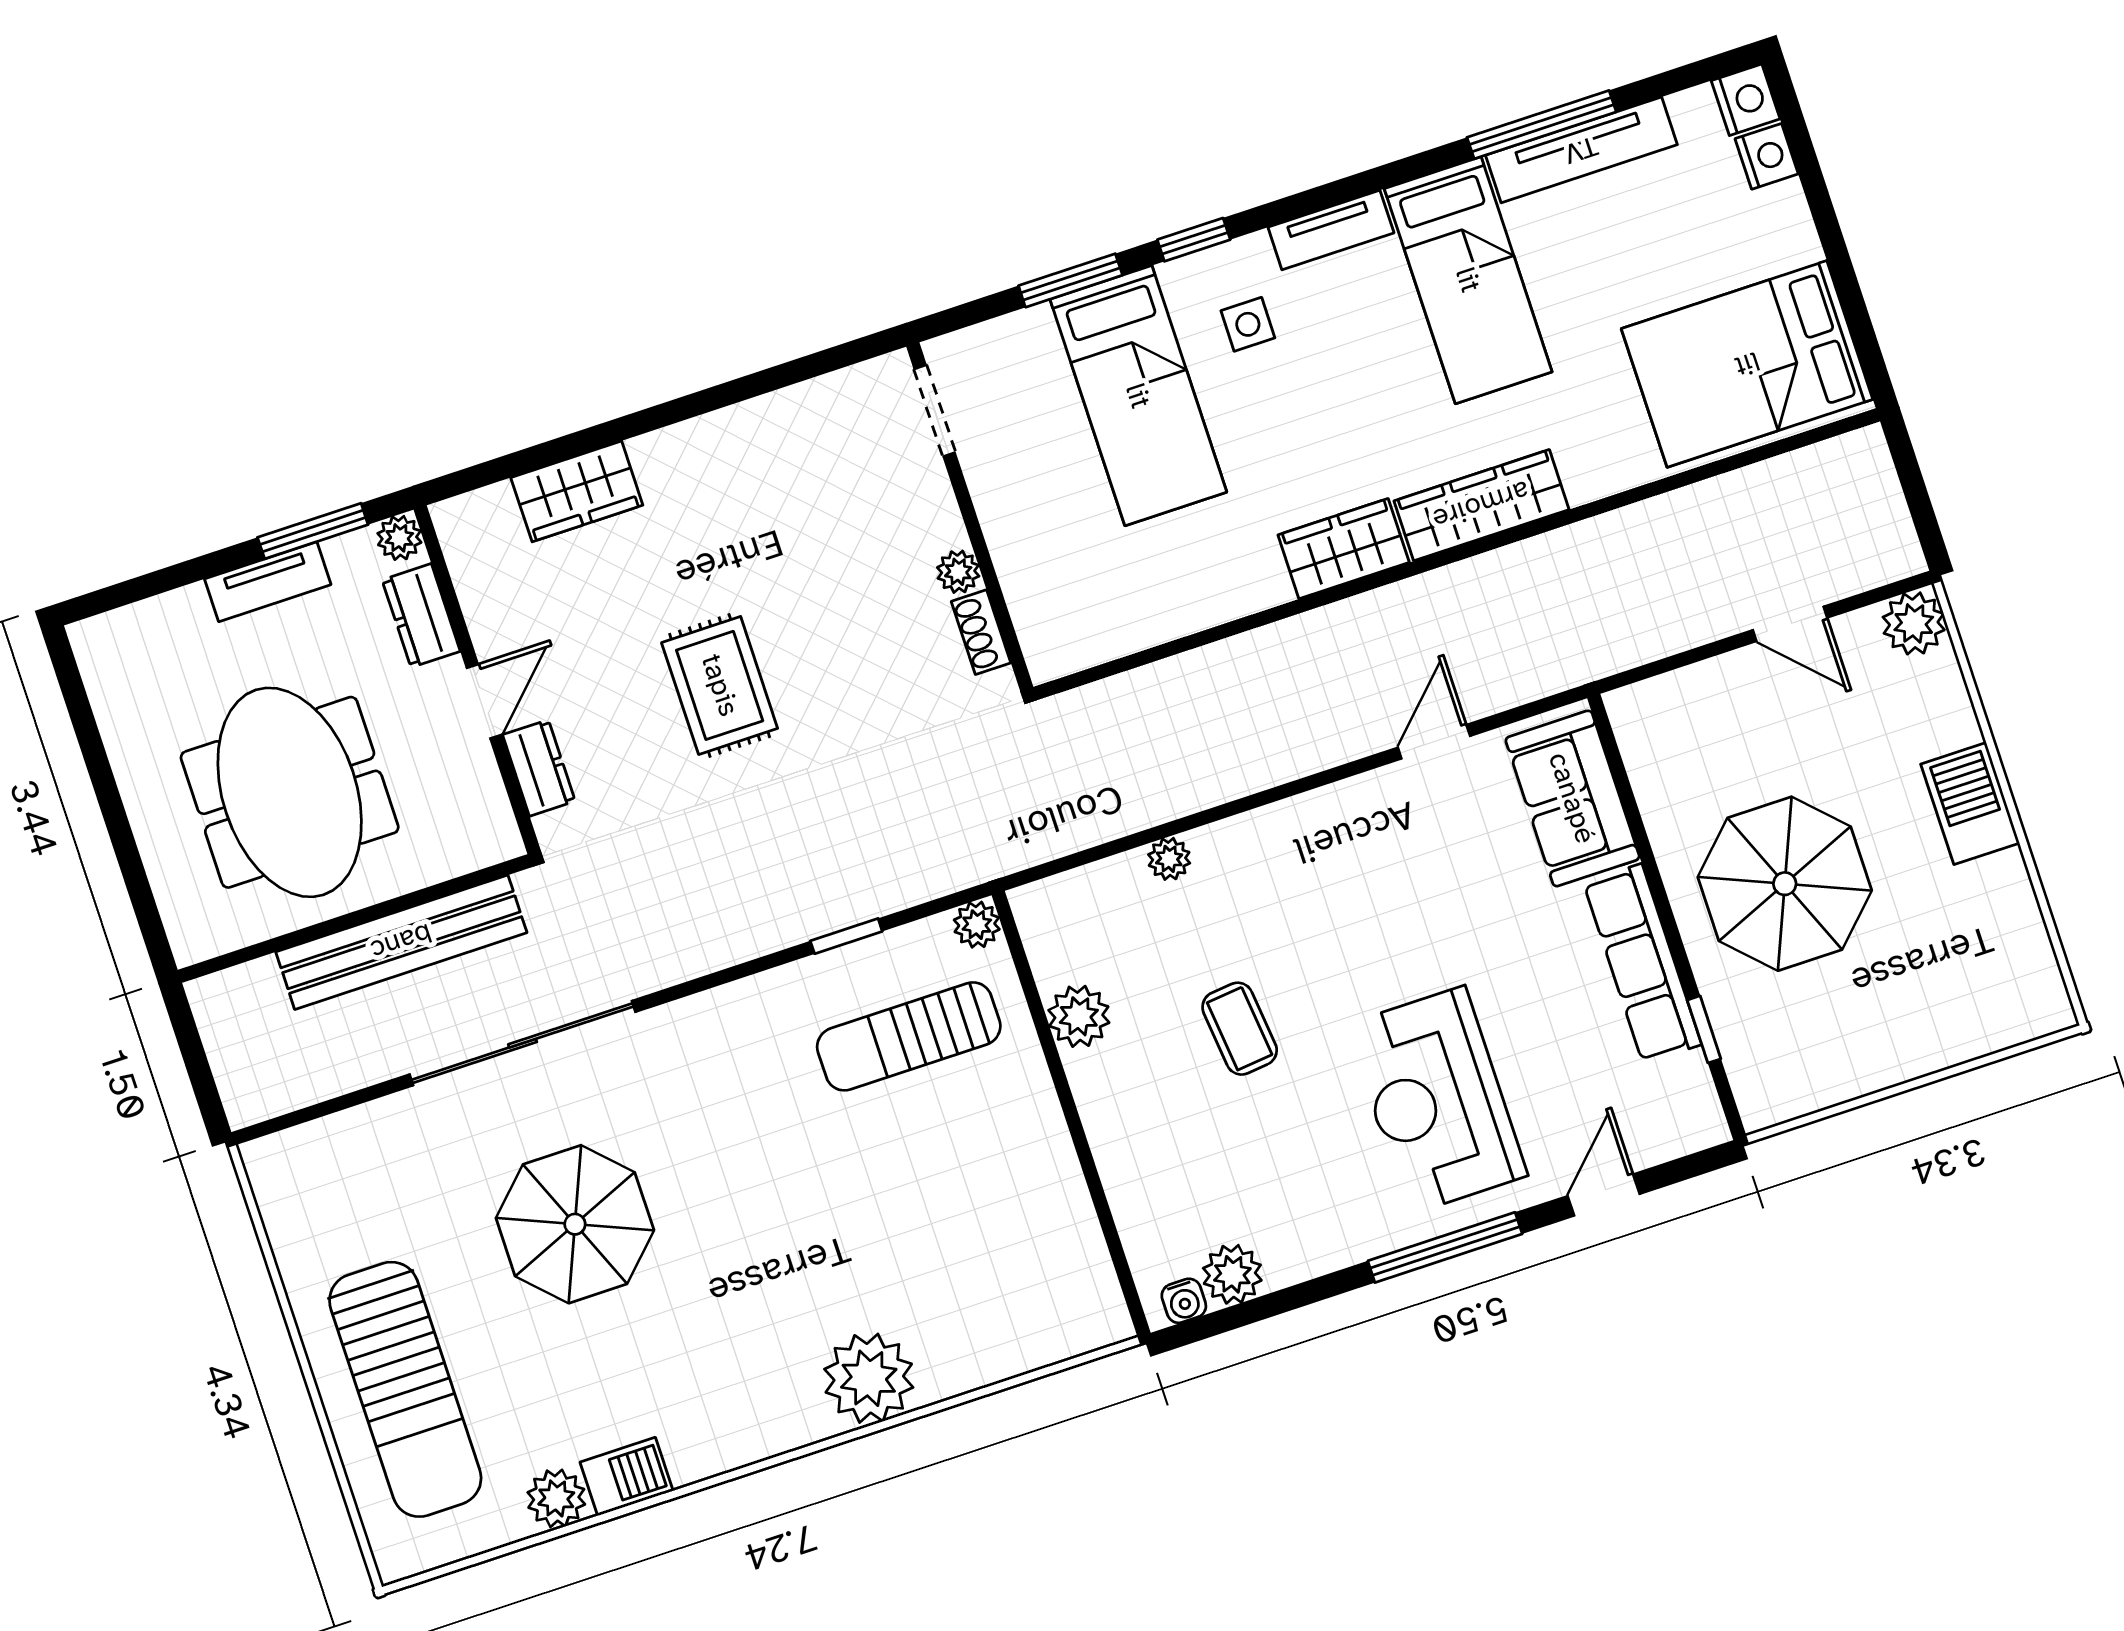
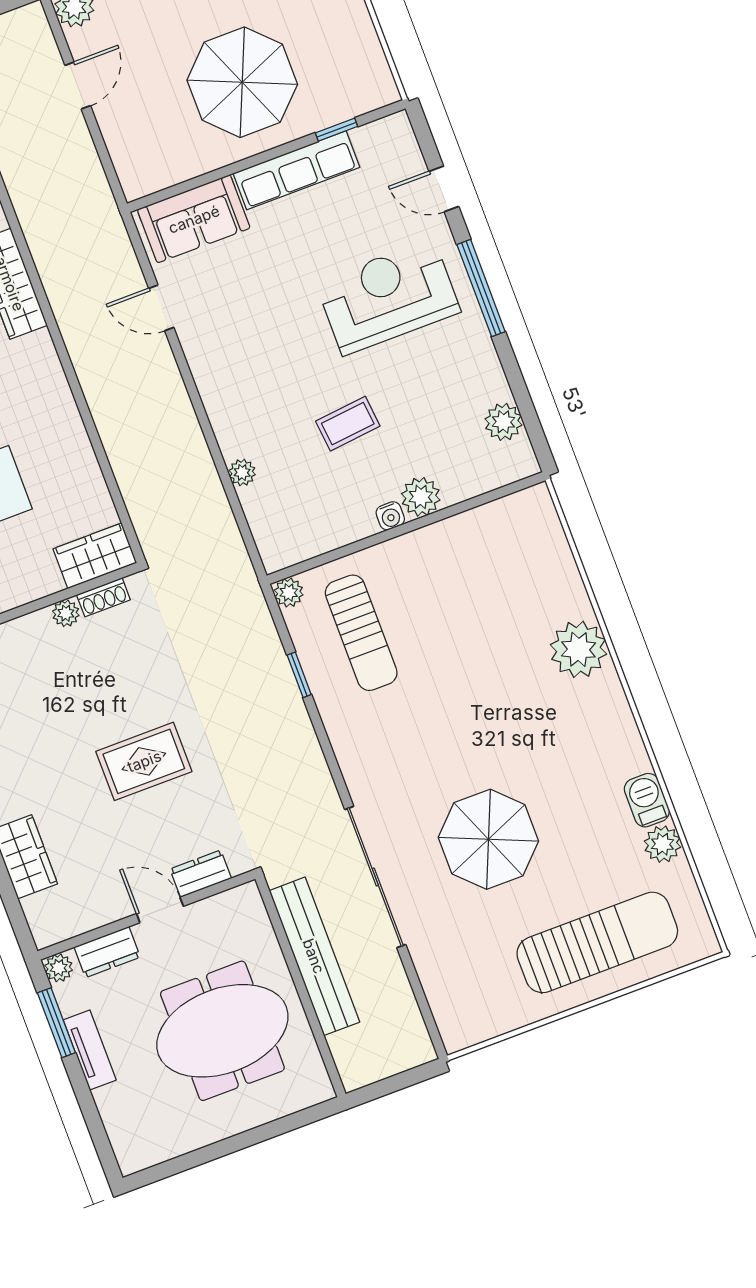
wardrobe: (1344, 549) -> (95, 556), moved, turned 90
plant: (1079, 1016) -> (421, 497), moved
reception desk: (1437, 1100) -> (388, 297), turned 180
water cooler: (1184, 1301) -> (390, 516), moved, turned 90

